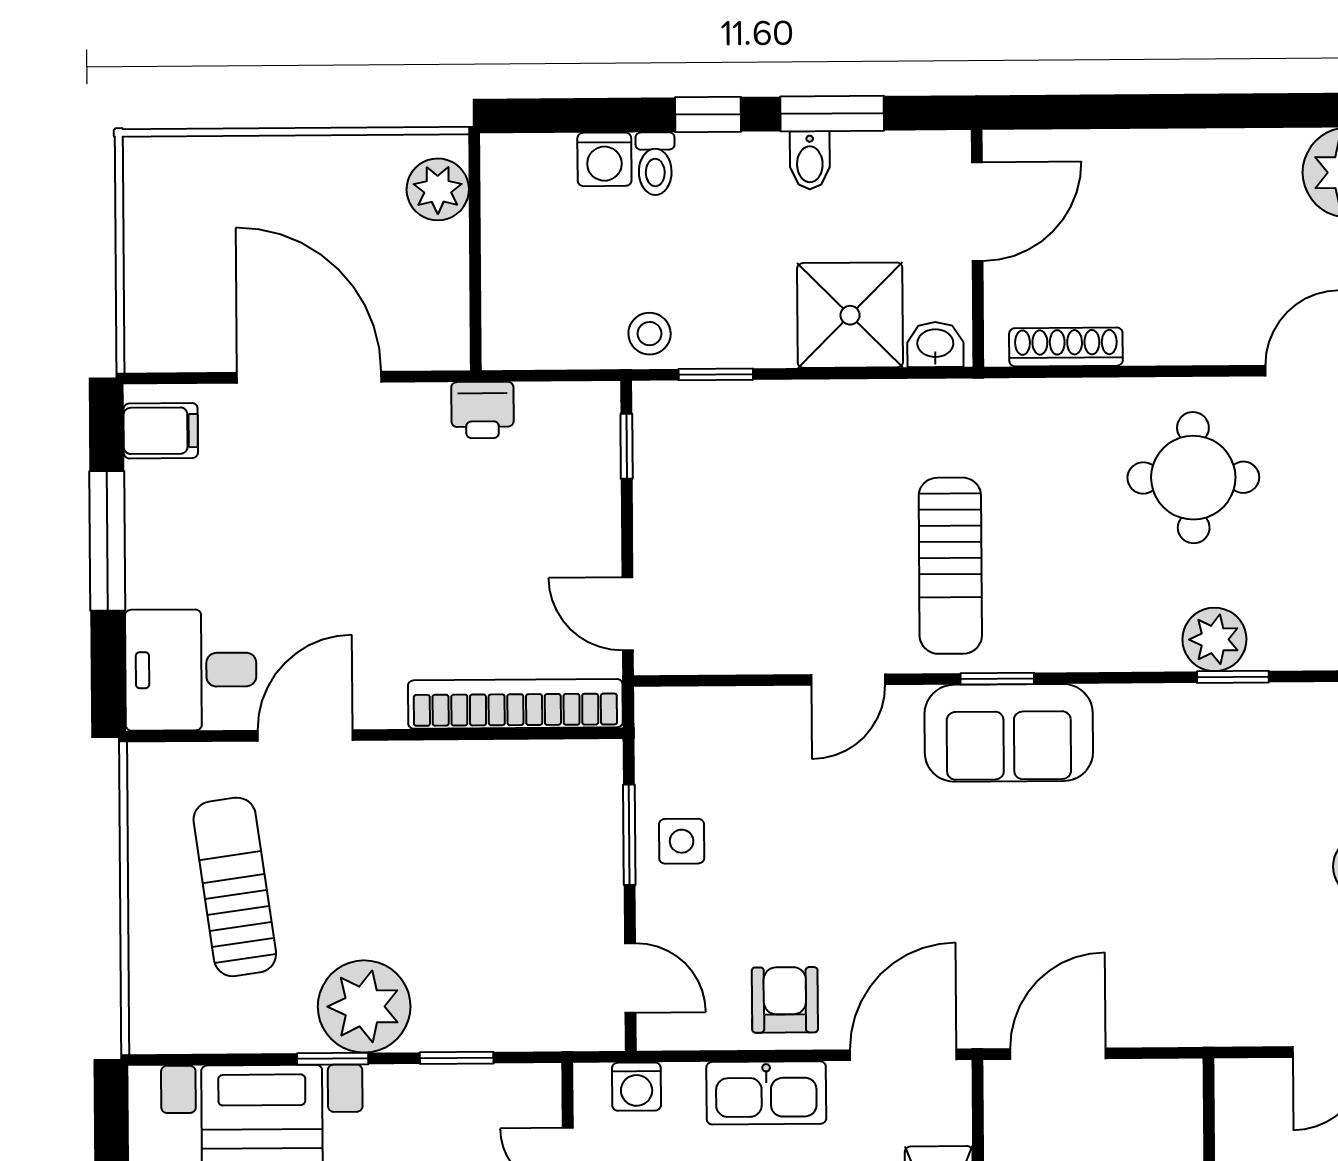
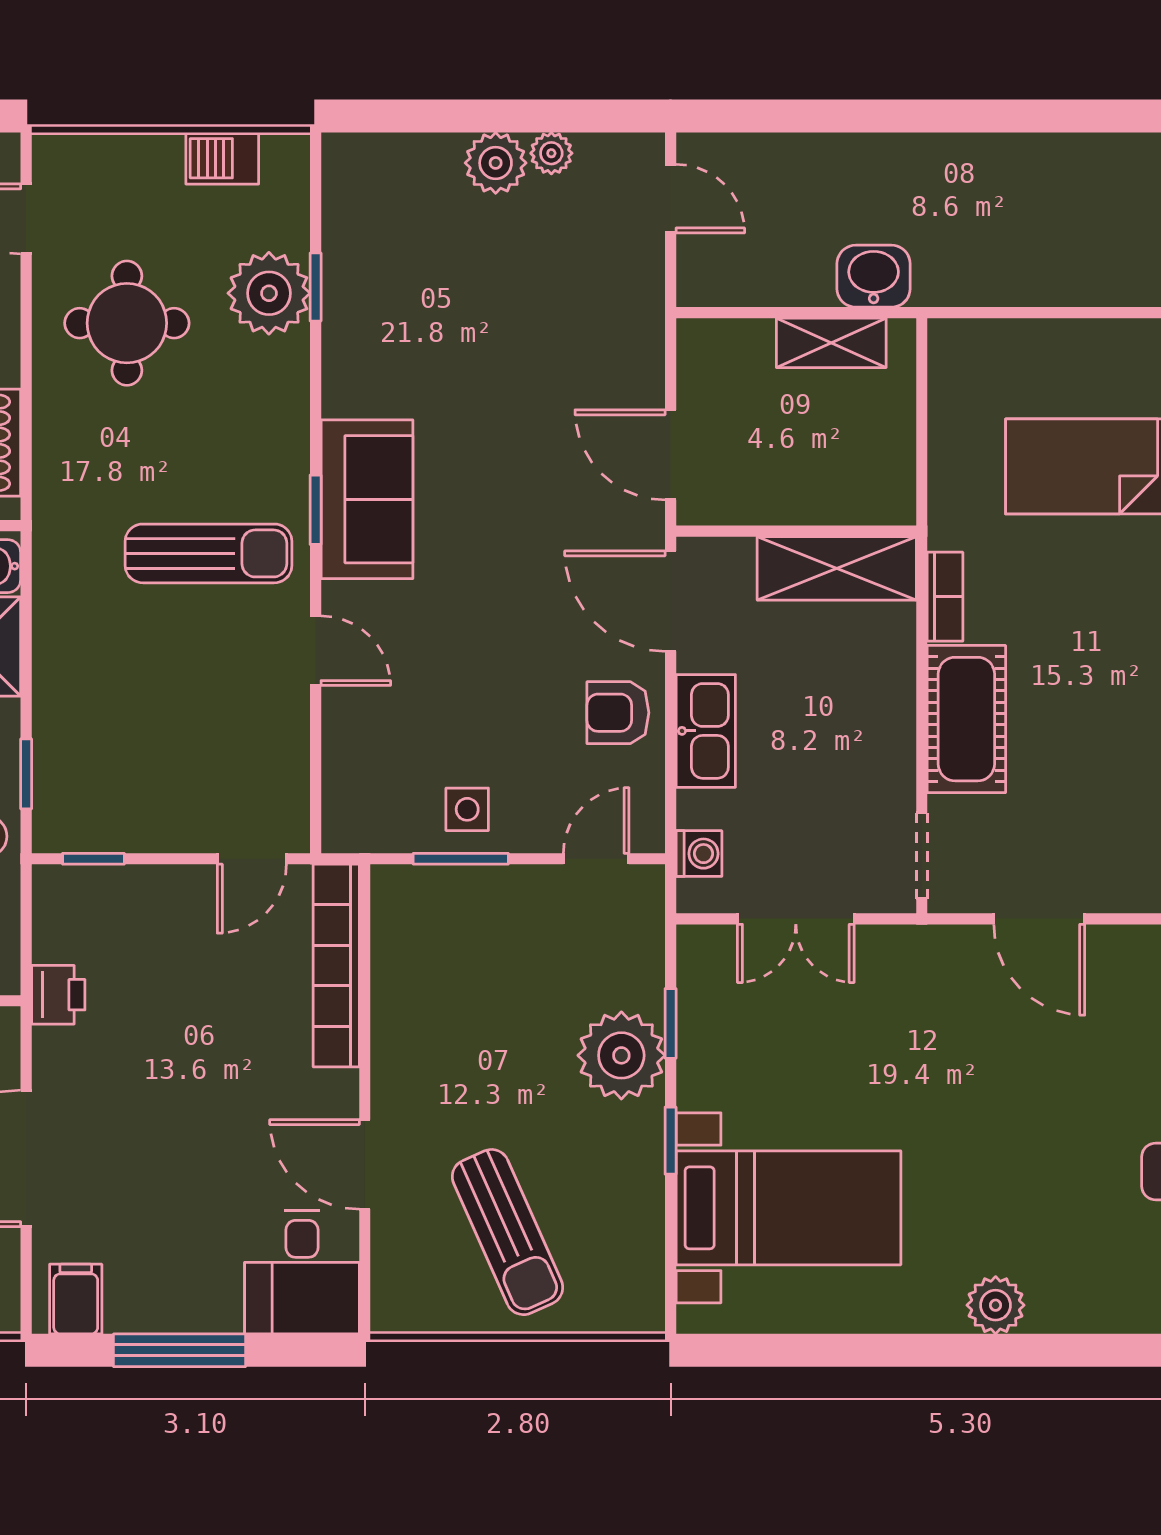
plant: (1214, 639) -> (269, 293), width x1.36, depth x1.36
sun lounger: (235, 887) -> (507, 1232), turned -106
plant: (364, 1006) -> (621, 1055), moved

